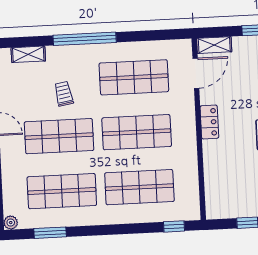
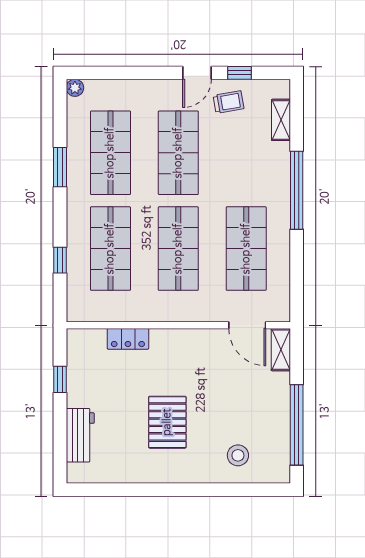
trolley: (64, 94) -> (229, 102), moved
locker: (209, 122) -> (128, 339), moved
window: (174, 226) -> (60, 260), moved
window: (50, 233) -> (60, 167), moved

